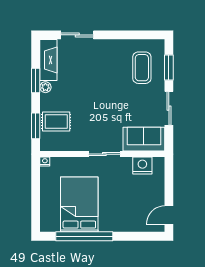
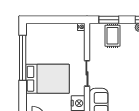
bed: (79, 204) -> (48, 79), moved

